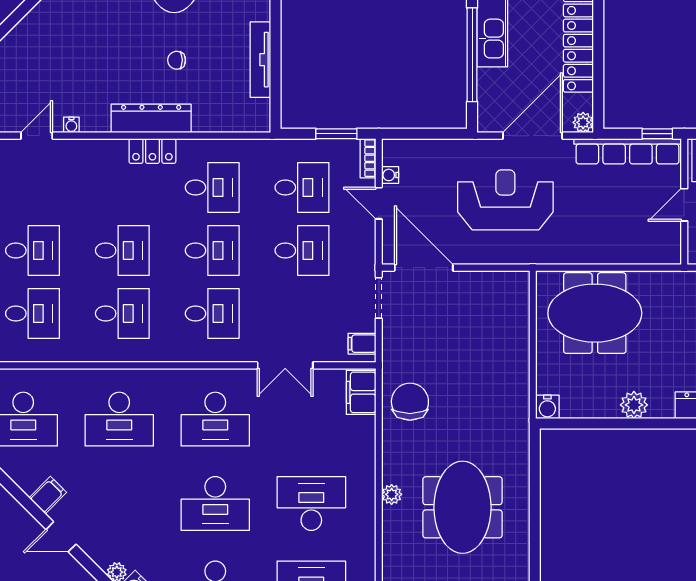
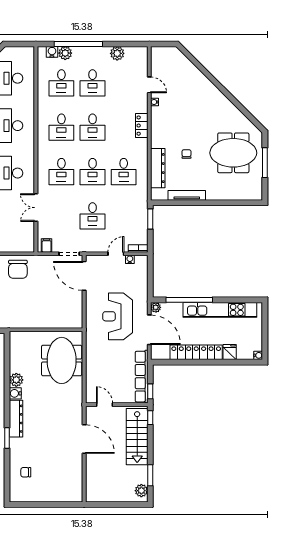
dresser: (151, 118) -> (158, 168), moved
plant: (583, 122) -> (156, 307), moved
window: (336, 134) -> (150, 219), moved
locker: (152, 151) -> (142, 126), moved
desk: (302, 187) -> (124, 216), removed
reception desk: (505, 200) -> (118, 316), turned 180
door: (684, 205) -> (105, 405), moved
door: (424, 268) -> (84, 276), swing flipped
filing cabinet: (361, 392) -> (22, 245), removed
chair: (410, 402) -> (18, 269), turned 90
water cooler: (547, 407) -> (15, 393), moved

